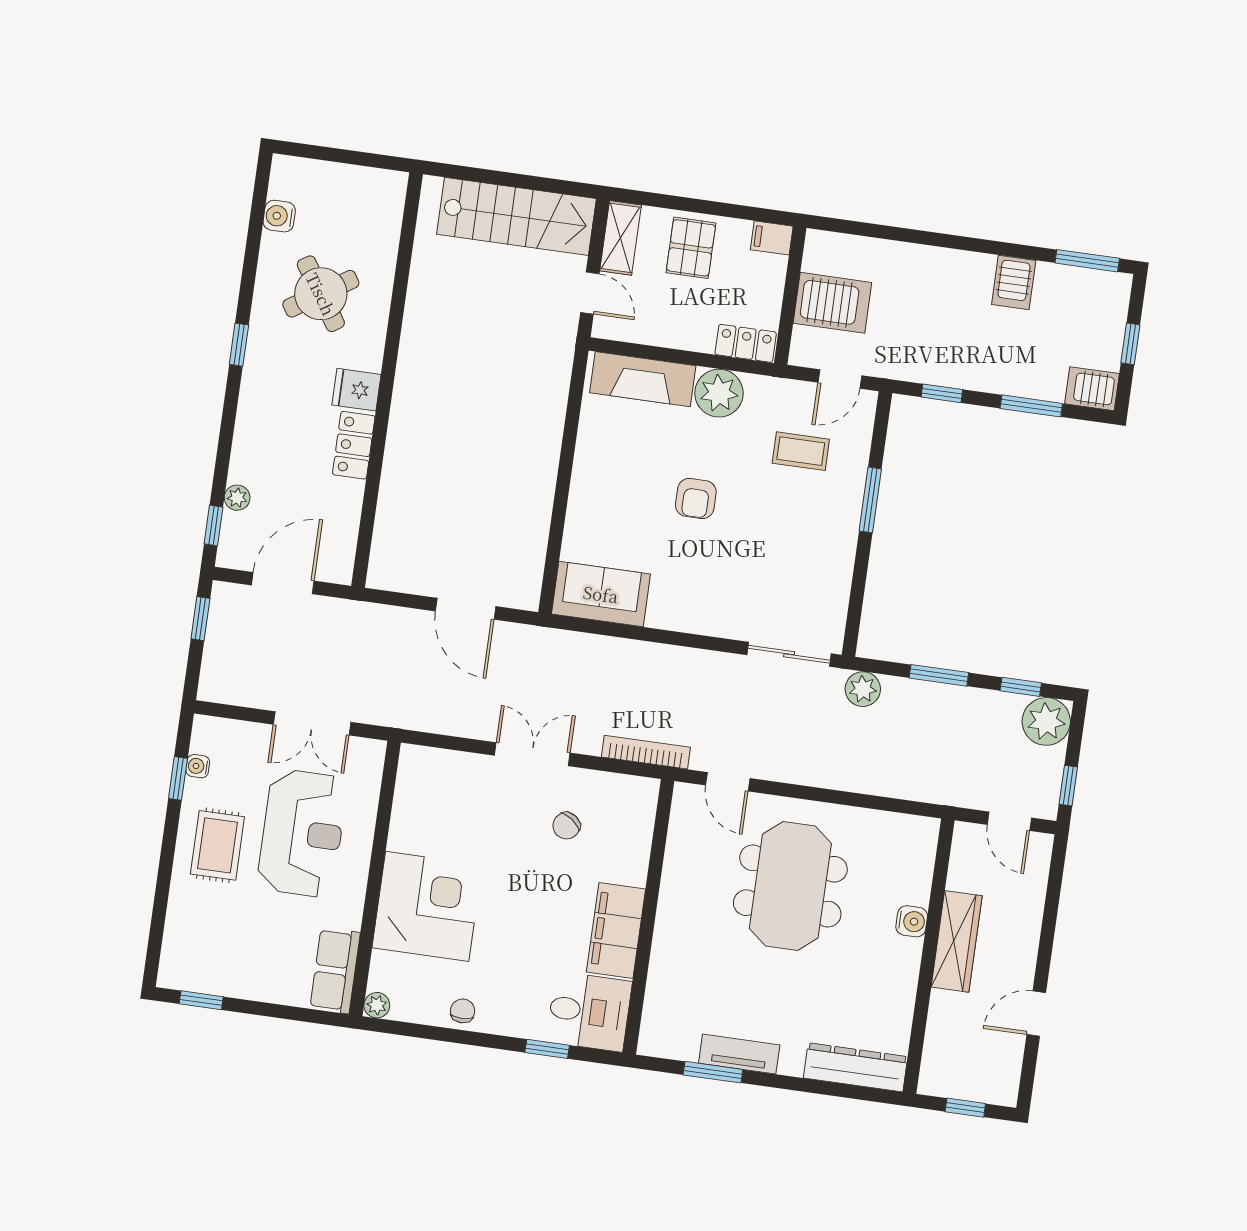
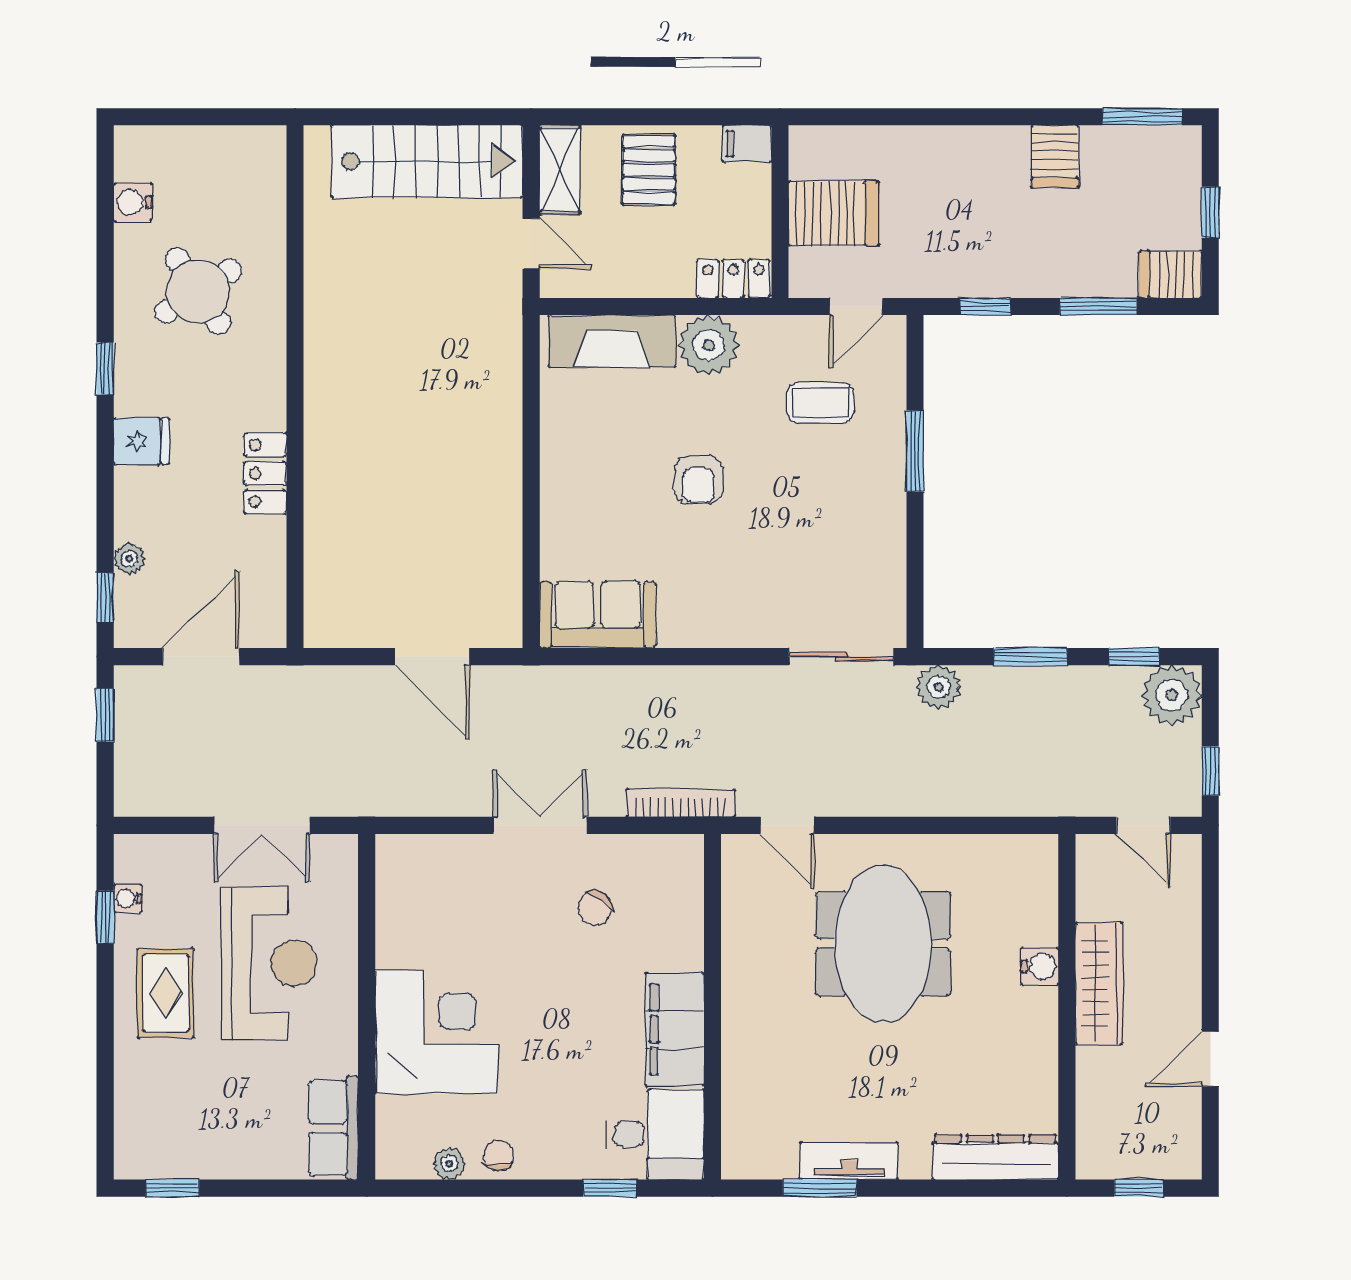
fridge: (356, 390) -> (141, 441), moved, turned 180
plant: (377, 1005) -> (449, 1164), moved

